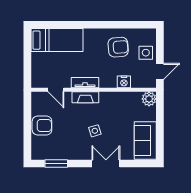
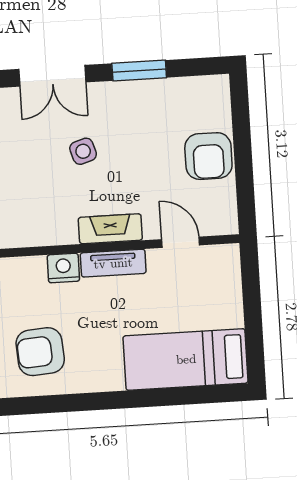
nightstand: (124, 82) -> (63, 268), moved
armchair: (42, 126) -> (208, 156), turned -90
window: (56, 164) -> (139, 70), moved

